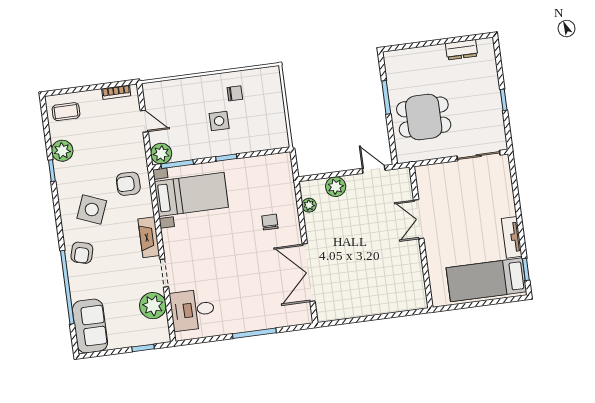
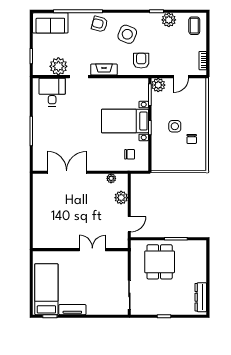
dresser: (462, 50) -> (201, 297), width x1.44
bed with nightstands: (191, 194) -> (125, 121), moved, turned 90
chair: (270, 222) -> (130, 154), moved

